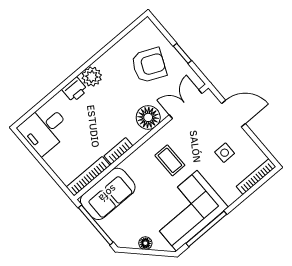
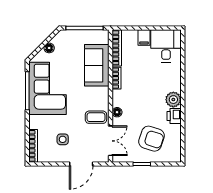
armchair: (149, 65) -> (151, 139), turned -96
printer: (75, 90) -> (174, 116), moved
floor lamp: (148, 117) -> (117, 112), width x0.53, depth x0.53
filing cabinet: (55, 158) -> (144, 37), added
coffee table: (170, 160) -> (96, 117), moved
sofa: (108, 194) -> (97, 65), moved

